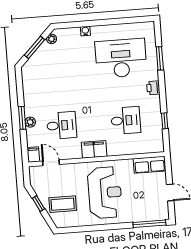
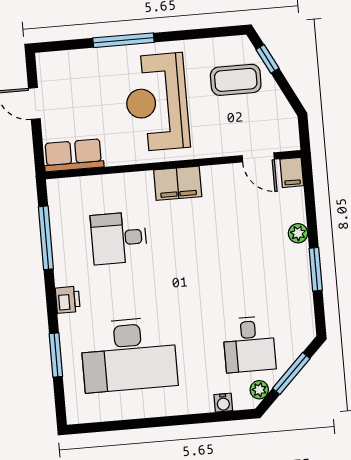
water cooler: (85, 31) -> (223, 403), moved
window: (22, 118) -> (316, 269), moved
window: (165, 121) -> (46, 238), width x2.17
desk: (62, 125) -> (249, 344), moved, turned -90
window: (38, 204) -> (267, 59), moved
window: (149, 224) -> (123, 40), moved

